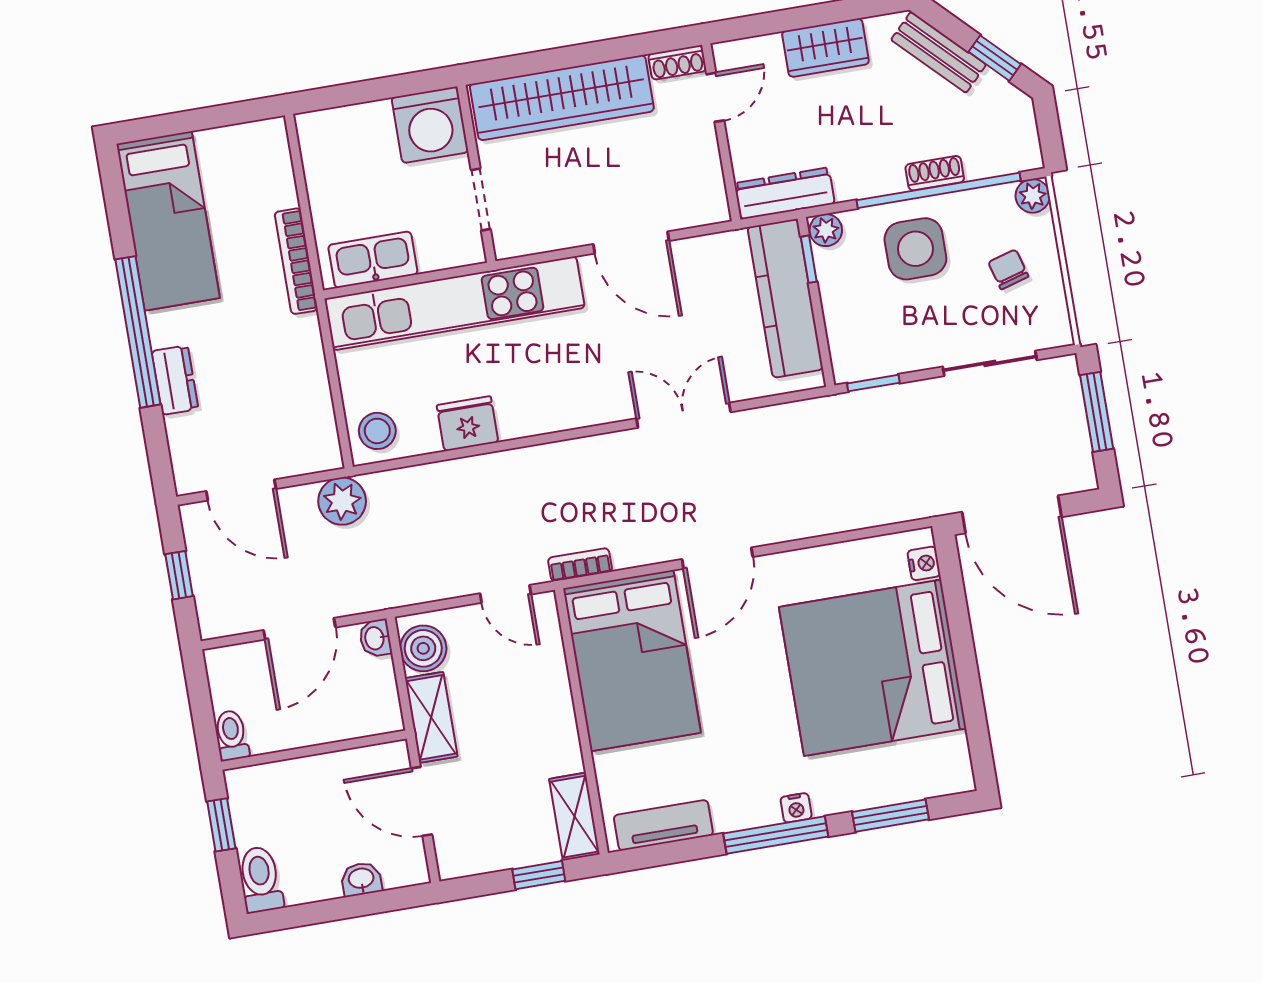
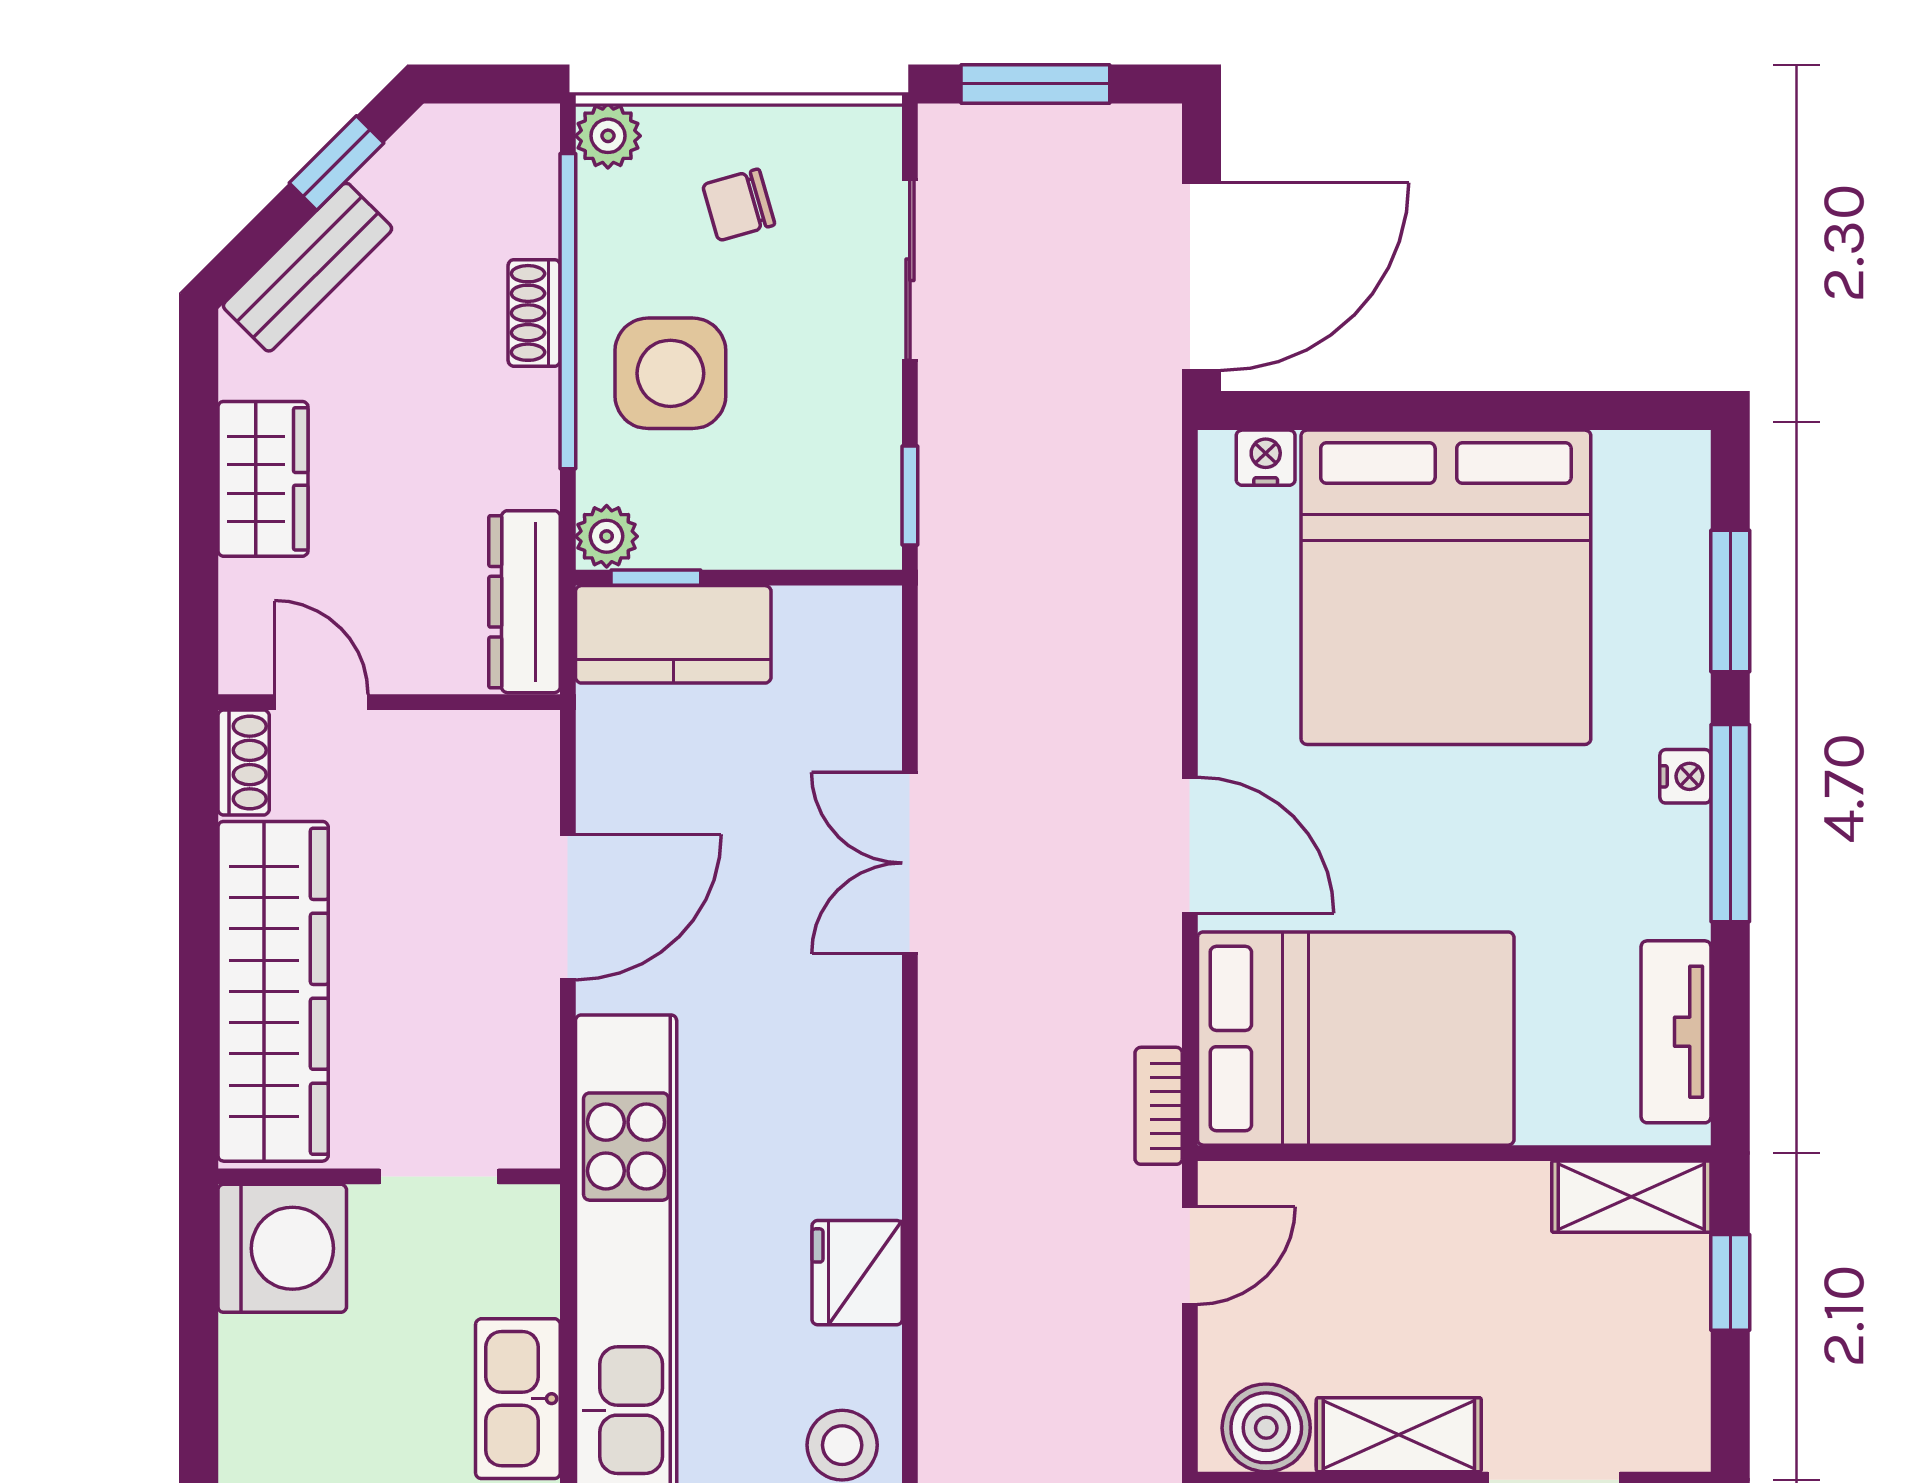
kitchen counter: (785, 298) -> (673, 634), width x0.67

